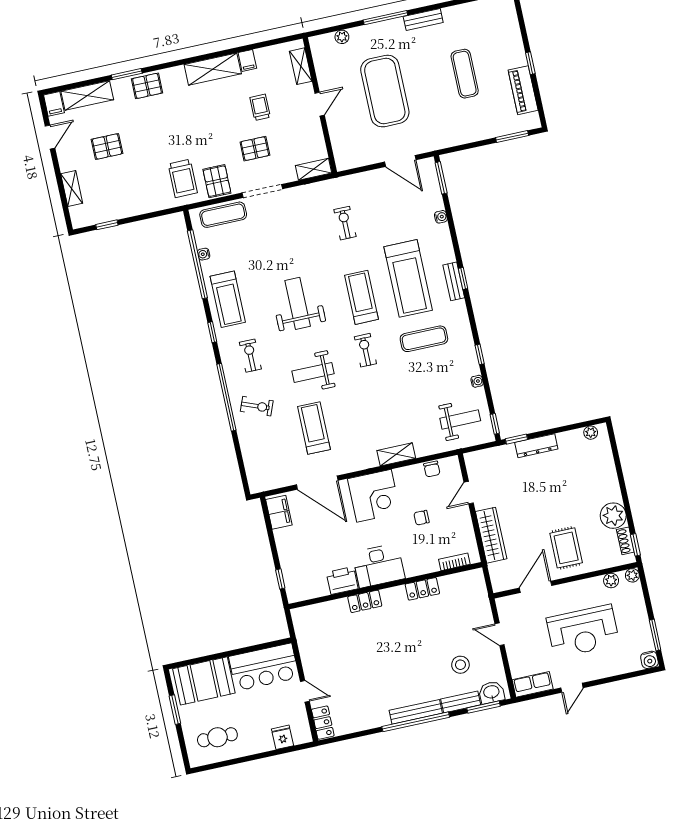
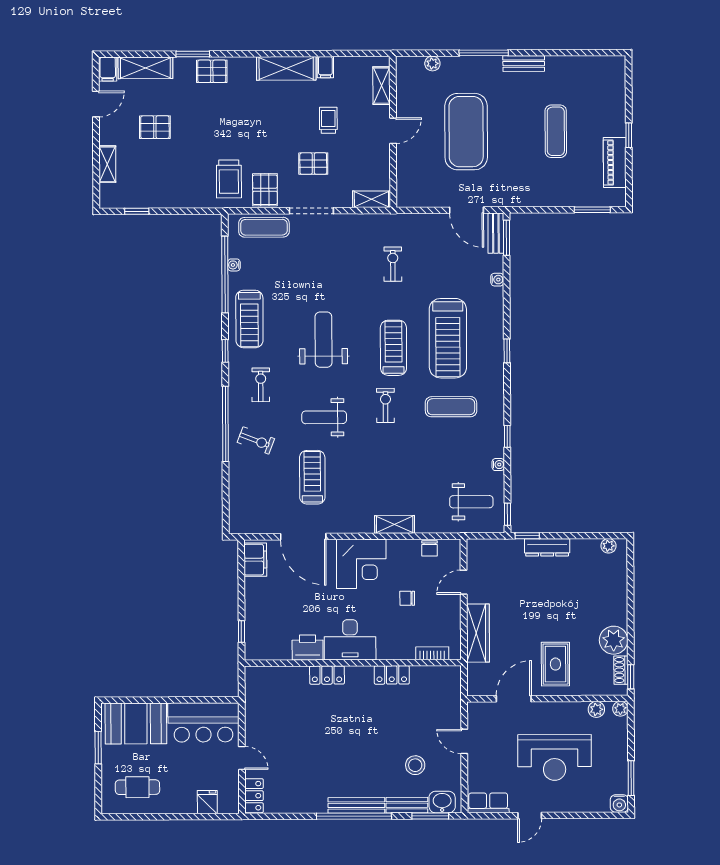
bench: (454, 281) -> (496, 233), moved

